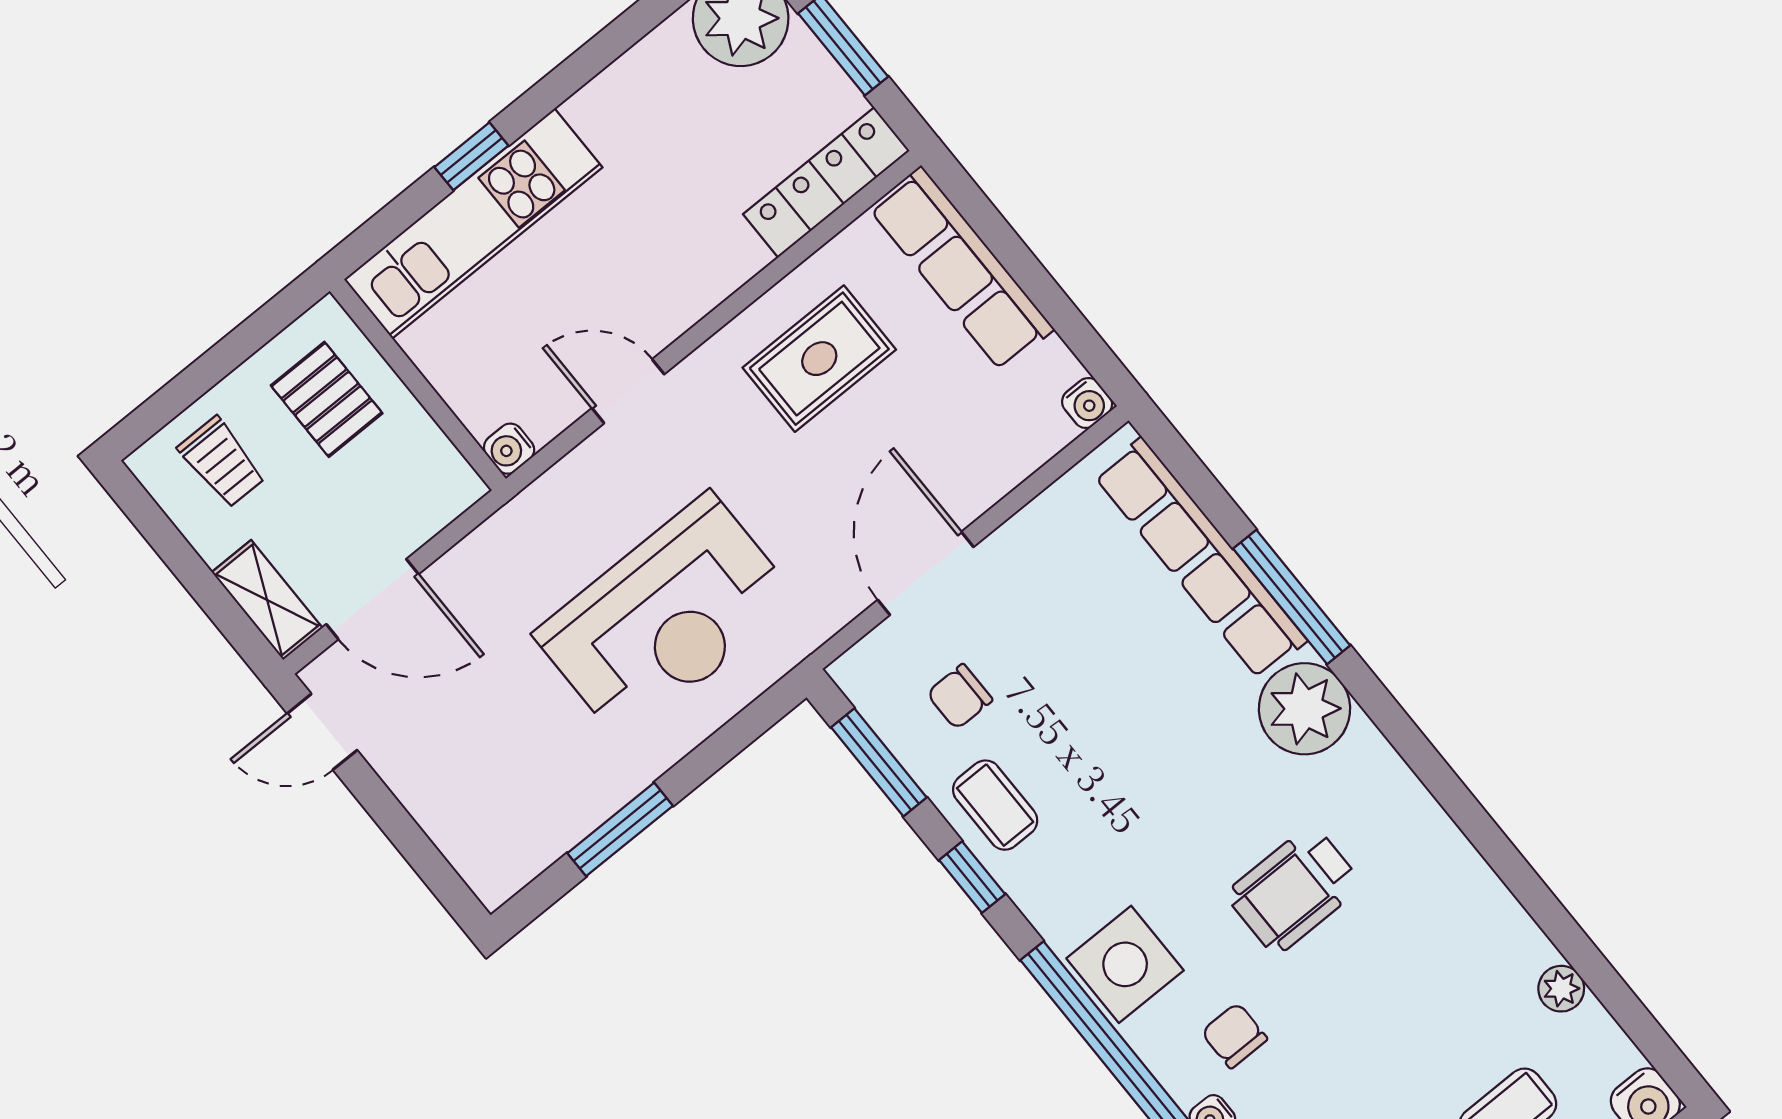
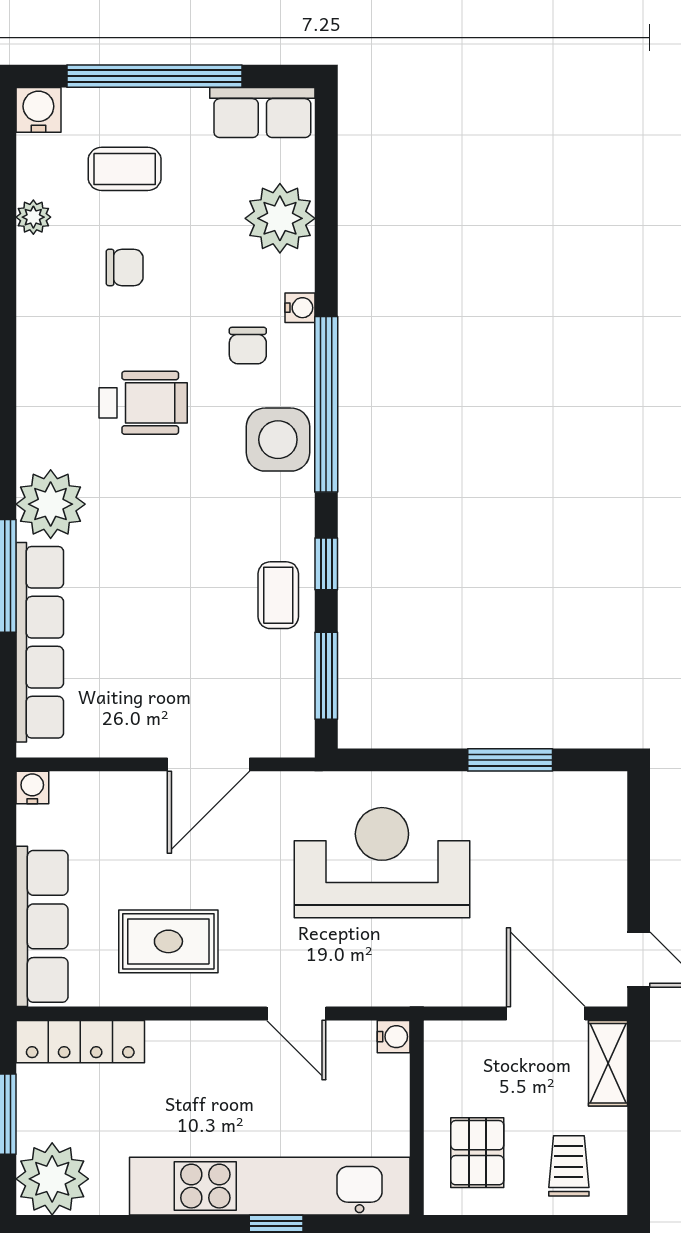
kitchen unit: (473, 223) -> (270, 1186), width x1.36
chair: (960, 697) -> (125, 267), moved

